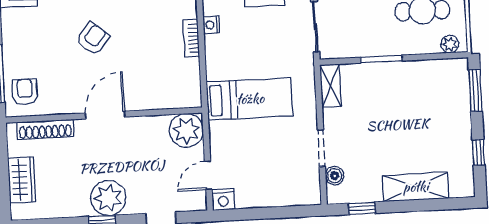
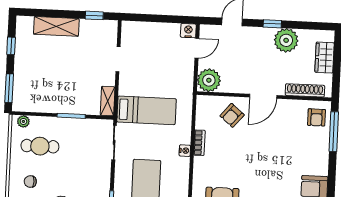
armchair: (93, 39) -> (232, 115), moved
bed: (250, 99) -> (147, 110), moved, turned 180
boiler: (335, 176) -> (111, 39), removed
plant: (108, 198) -> (286, 40), moved

